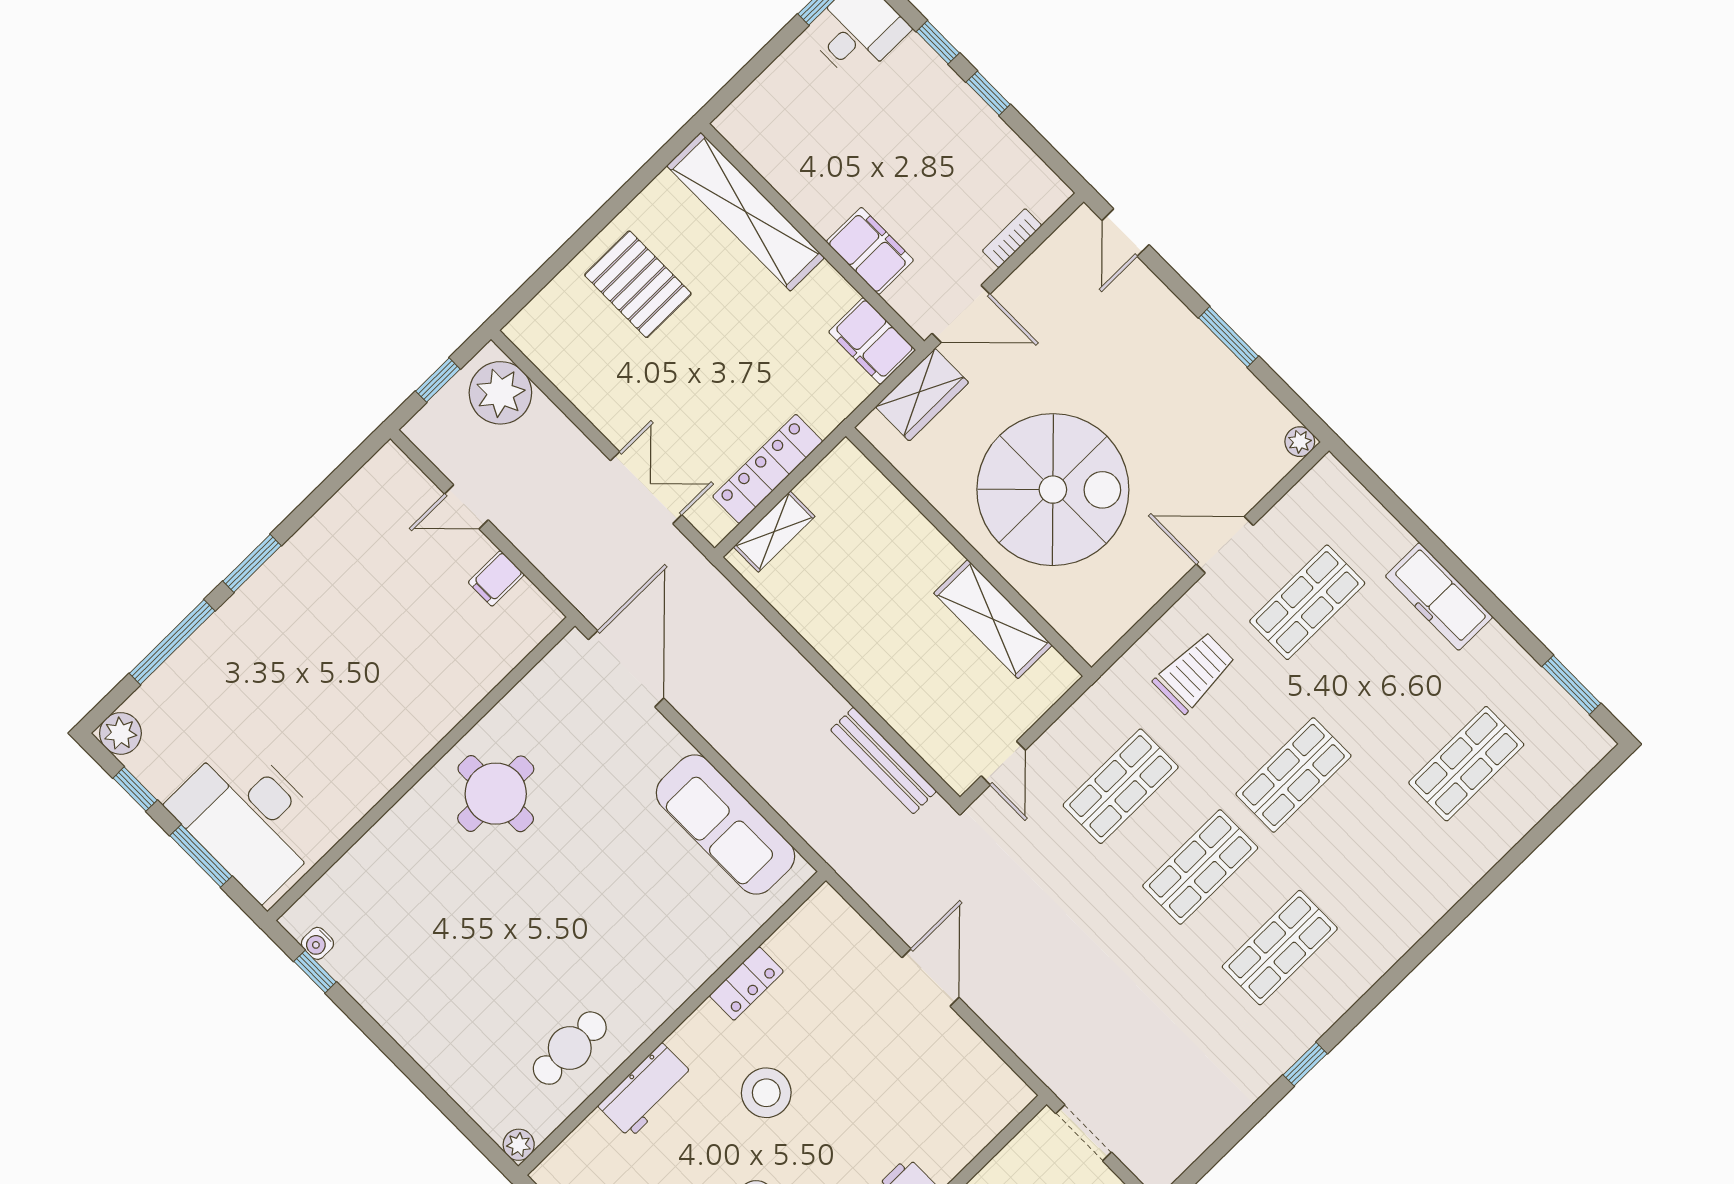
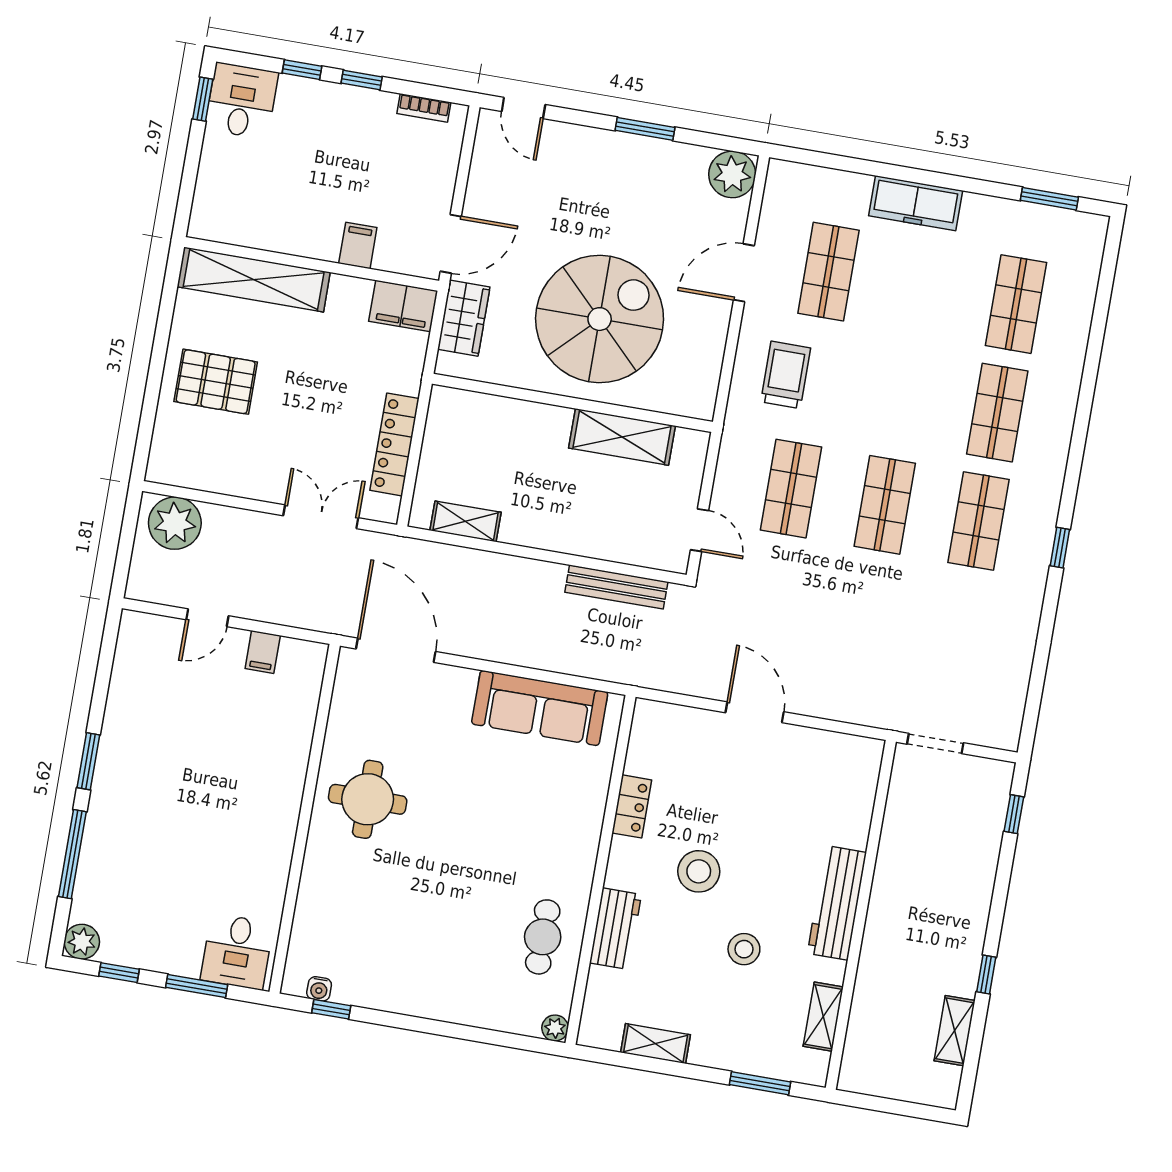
bookcase: (1012, 238) -> (424, 108), moved, turned -90
filing cabinet: (870, 251) -> (358, 246), width x0.50
window: (438, 380) -> (126, 545), removed
plant: (1300, 442) -> (732, 174), width x1.88, depth x1.88
shelving: (774, 532) -> (466, 521), moved, turned 90
shop shelf: (1293, 775) -> (997, 413), moved
desk: (249, 818) -> (237, 952), width x0.53, depth x0.77
window: (1305, 1064) -> (1060, 548), moved

